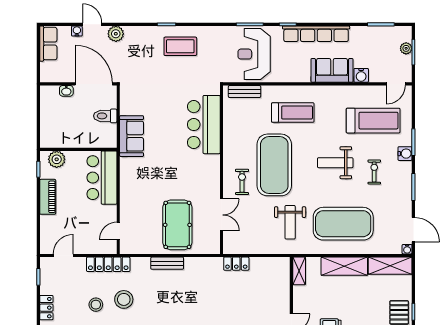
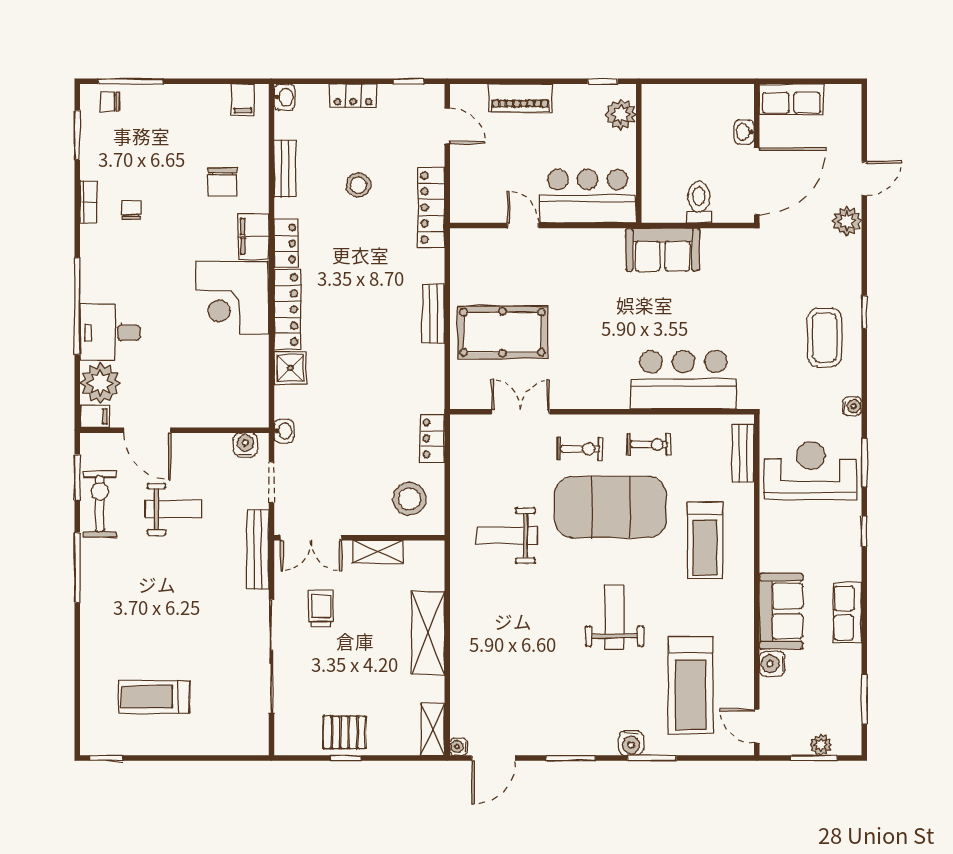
water cooler: (77, 31) -> (852, 406), moved
row of seats: (316, 34) -> (847, 613), width x0.50
row of seats: (48, 44) -> (791, 99), moved
exercise bike: (374, 172) -> (649, 444), moved
piano: (48, 197) -> (520, 98), moved
double door: (222, 215) -> (521, 412), swing flipped
exercise mat: (343, 224) -> (505, 631), removed
door: (118, 231) -> (523, 226), moved
shelving: (390, 266) -> (433, 729), width x0.67, depth x0.75
shelving: (299, 271) -> (378, 552), moved
stool: (124, 299) -> (409, 499), moved

